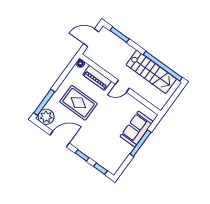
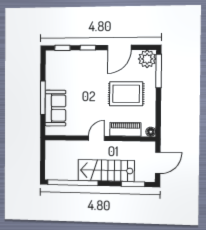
stairs: (151, 72) -> (106, 171), moved

